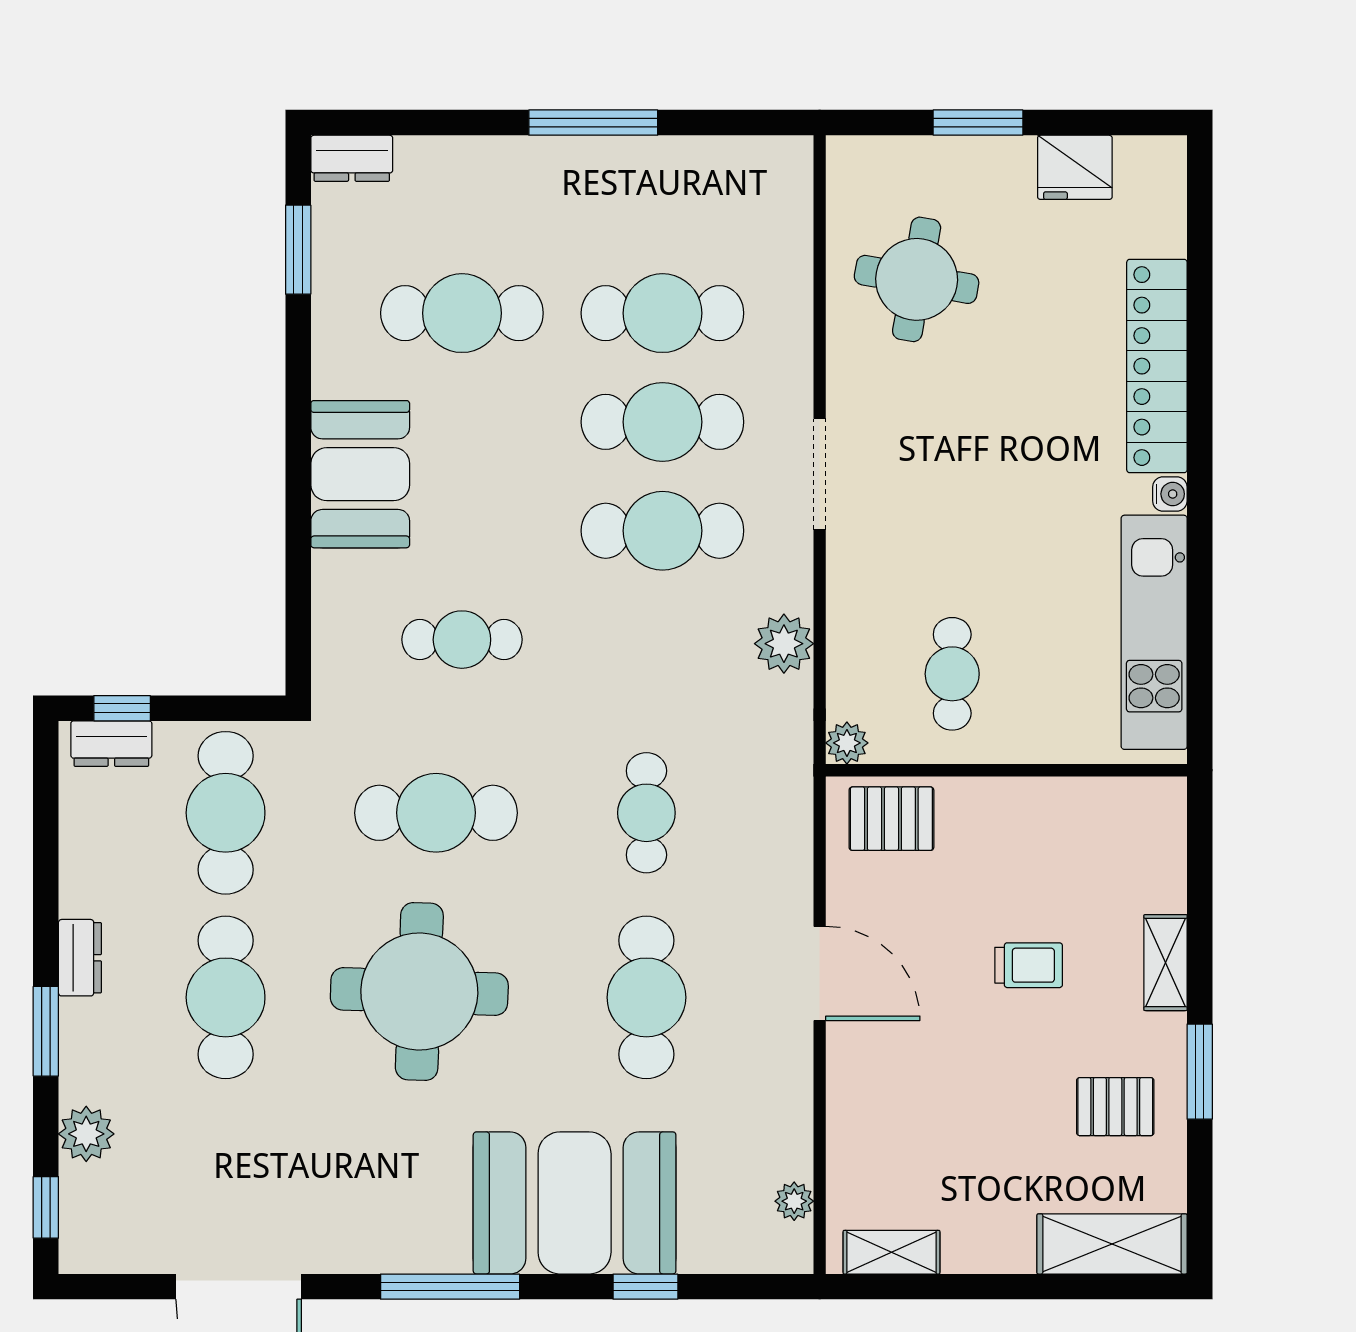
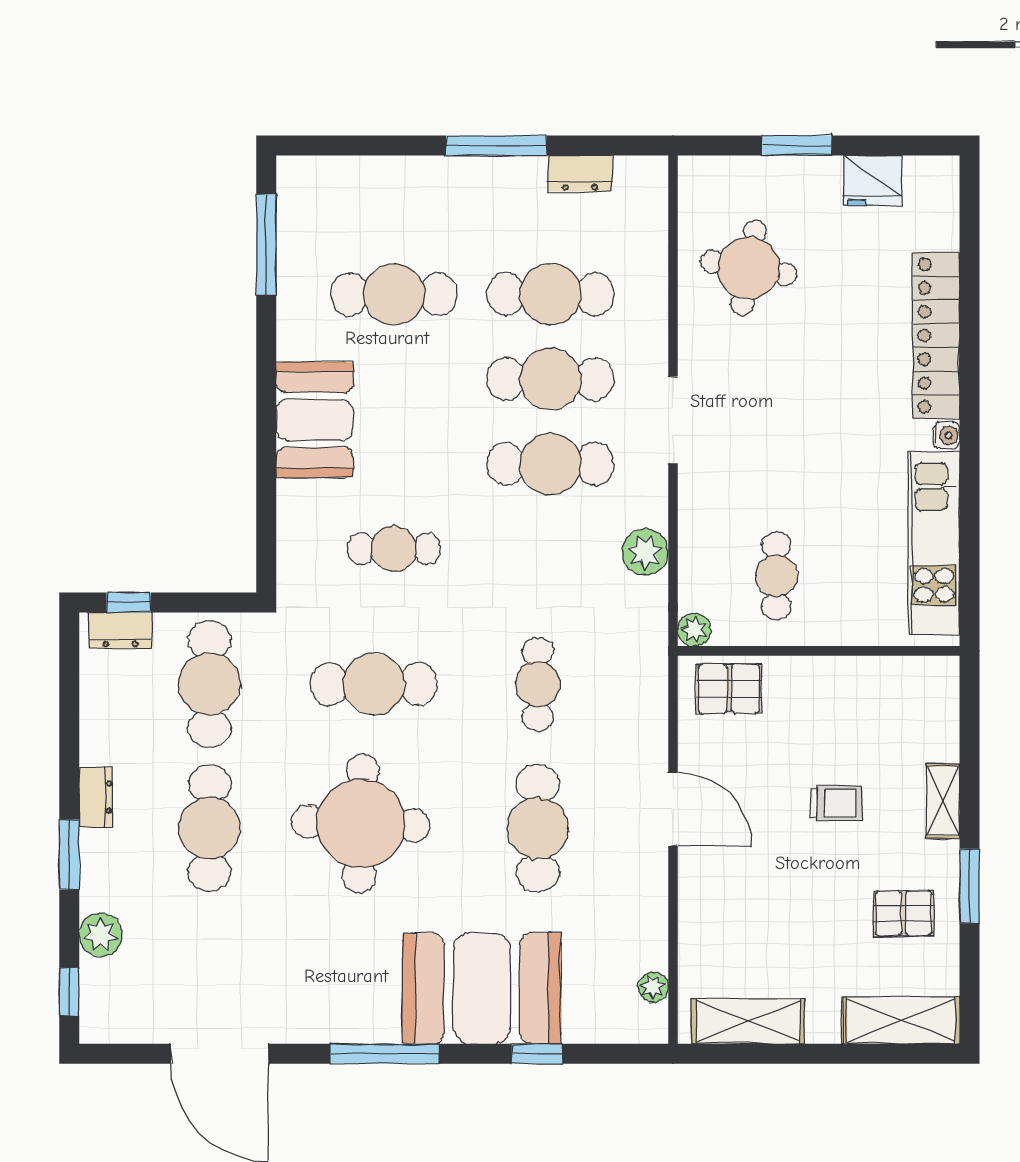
dresser: (352, 158) -> (580, 173), moved
window: (298, 250) -> (266, 245), width x1.44
shelving: (892, 1252) -> (748, 1021), width x1.50, depth x1.33

